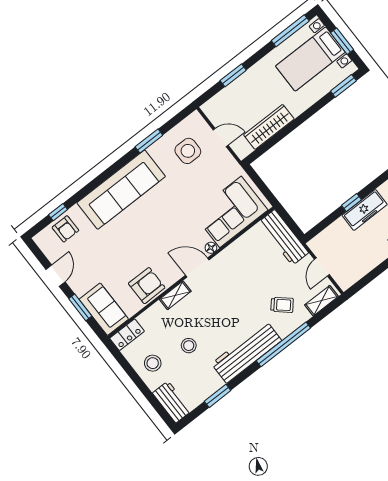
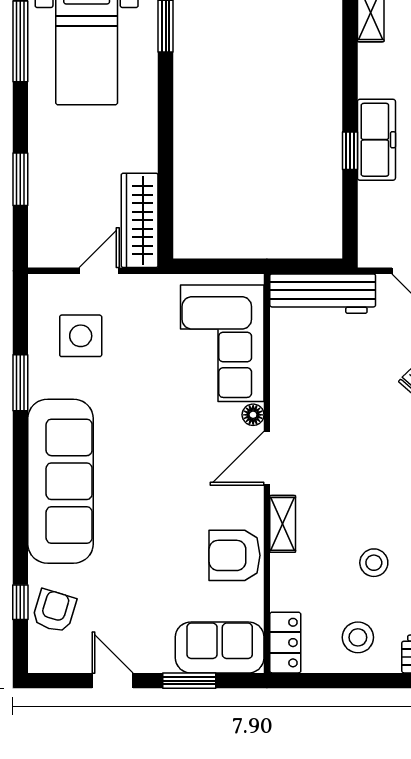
wardrobe: (269, 127) -> (140, 220), moved
armchair: (65, 229) -> (54, 611), turned -73
armchair: (147, 286) -> (234, 555), turned -90

